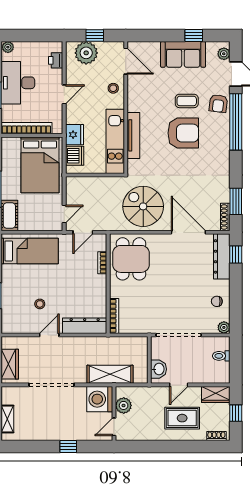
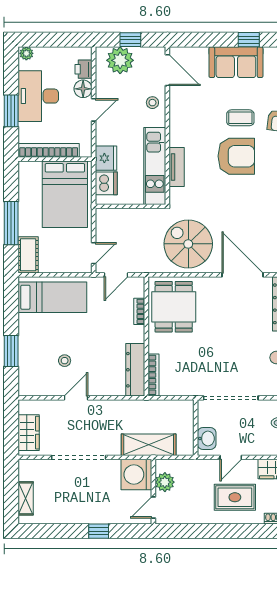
floor lamp: (55, 77) -> (83, 89), added
tv unit: (133, 135) -> (177, 167), width x0.71
dresser: (85, 326) -> (135, 370), moved, turned -90

